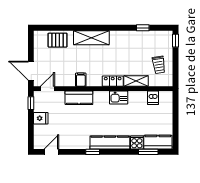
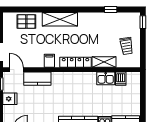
locker: (113, 81) -> (76, 62), width x1.53
door: (47, 89) -> (16, 70), hinge flipped
kitchen counter: (79, 98) -> (37, 79), moved
kitchen sink: (119, 98) -> (106, 78), moved

